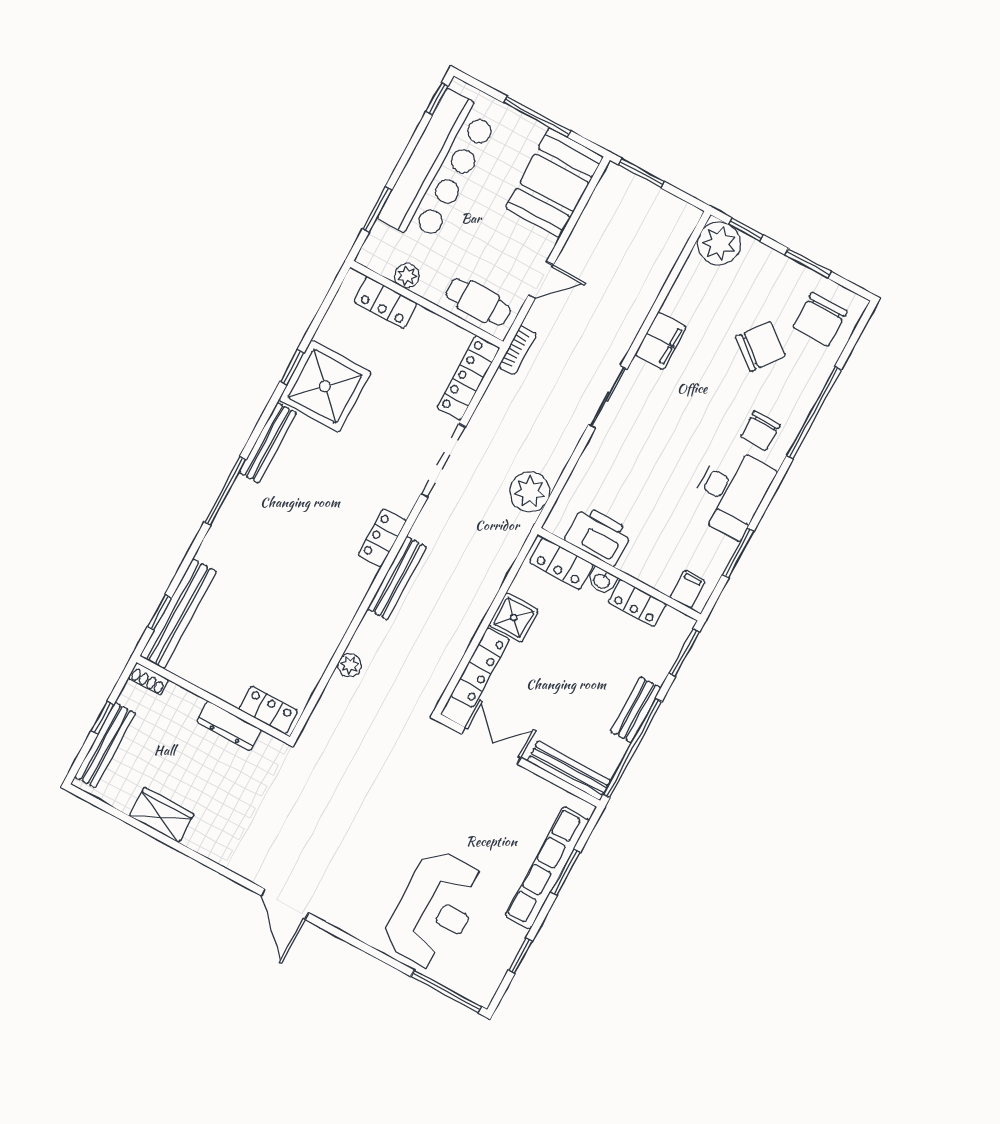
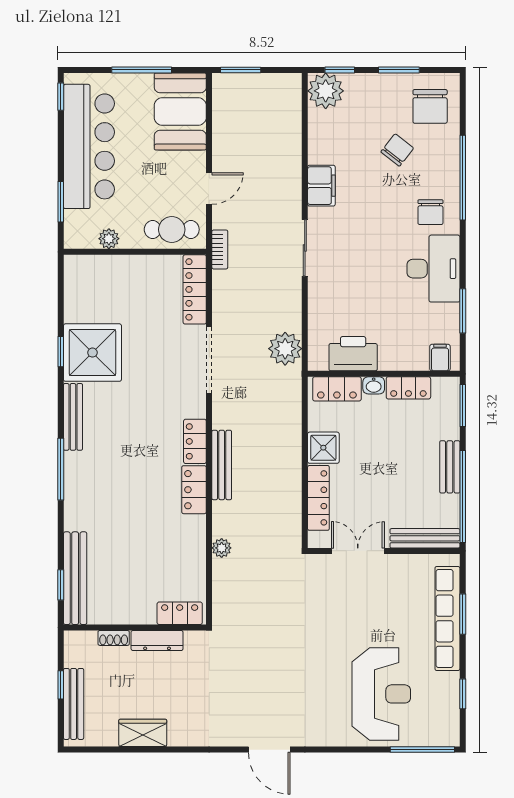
locker: (385, 302) -> (194, 490), moved, turned 90
chair: (761, 346) -> (397, 150), width x0.73, depth x0.73
shoe rack: (149, 679) -> (114, 638), moved

